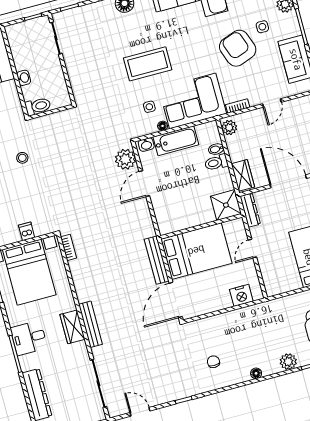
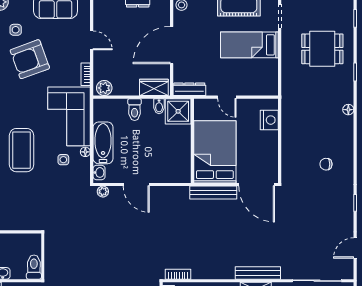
bidet: (216, 149) -> (159, 106), moved
plant: (125, 159) -> (103, 192), width x0.53, depth x0.53
plant: (288, 362) -> (345, 92), removed
floor lamp: (256, 373) -> (348, 110), moved

